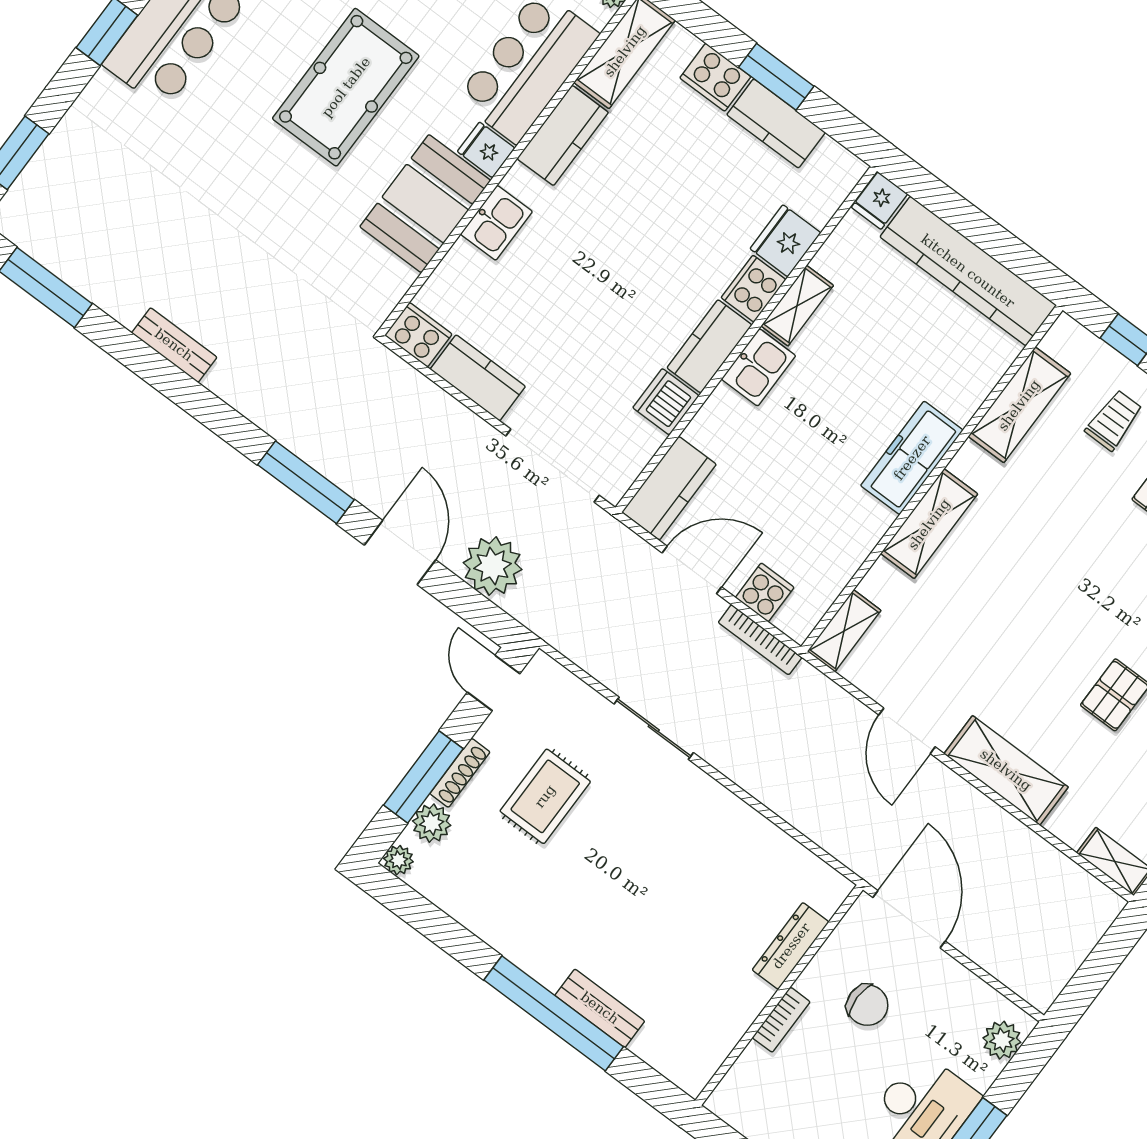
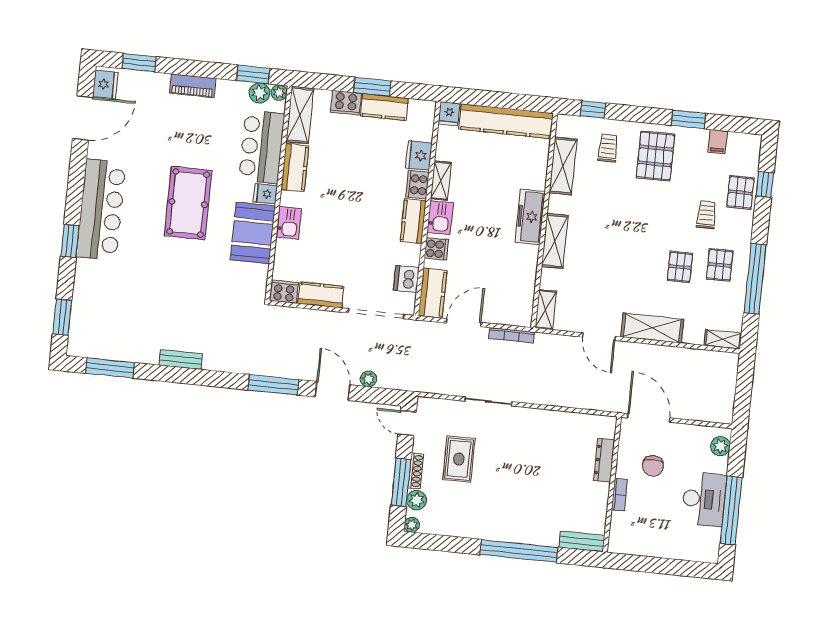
dishwasher: (666, 402) -> (406, 279), moved
plant: (493, 566) -> (369, 379), width x0.53, depth x0.53
cooker: (765, 592) -> (436, 249), moved, turned 90
chair: (867, 1005) -> (653, 466), turned 90
bench: (600, 1008) -> (582, 541), moved

